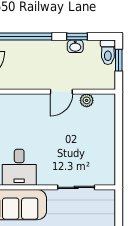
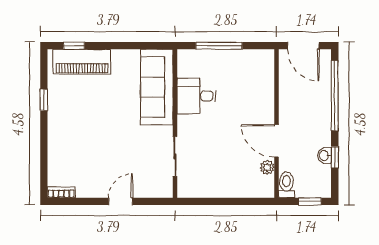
toilet: (108, 52) -> (286, 185), moved, turned 90
door: (61, 92) -> (276, 141), width x1.38

